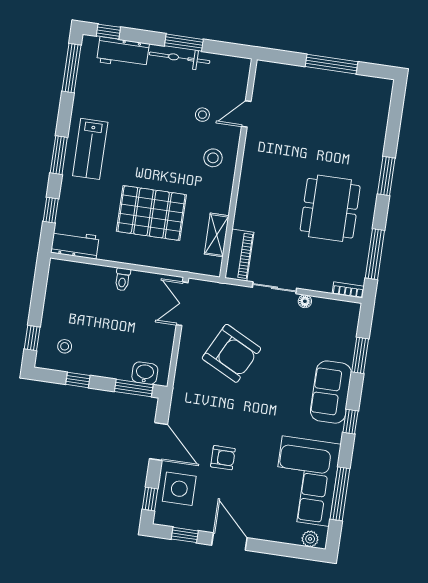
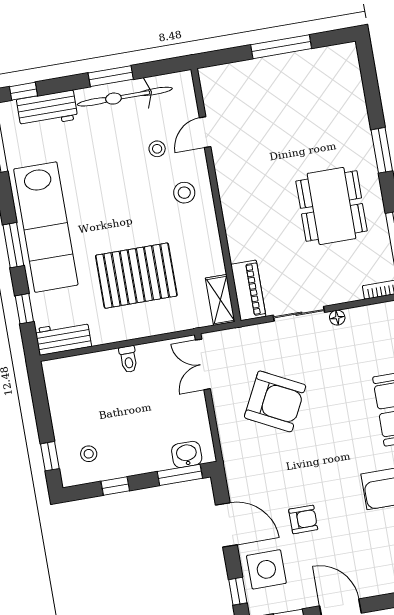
bicycle: (180, 58) -> (125, 97), width x1.37, depth x1.40
lab bench: (90, 149) -> (46, 227), width x1.86, depth x1.39
shelving: (217, 235) -> (220, 300), moved

